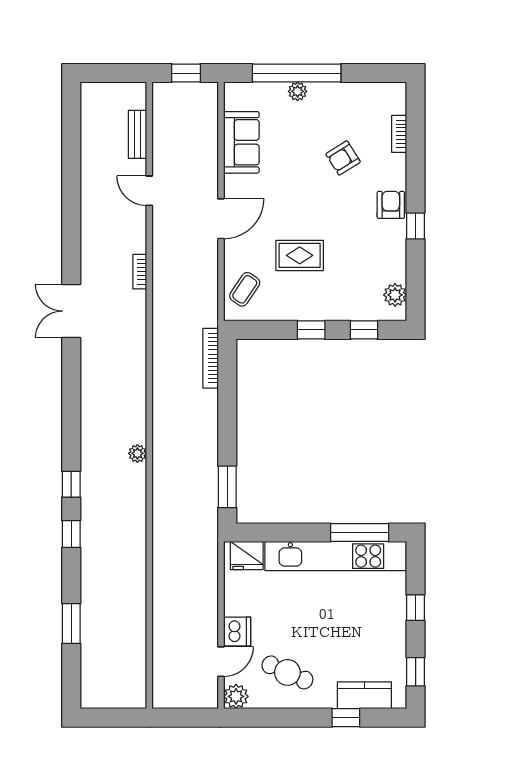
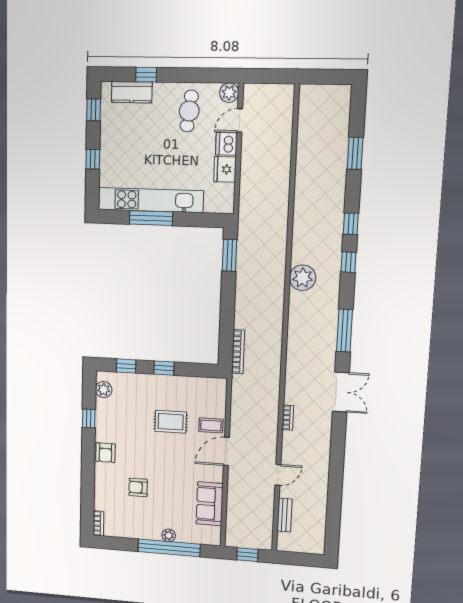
bookcase: (399, 134) -> (98, 523), moved
armchair: (343, 158) -> (138, 487), turned -148
door: (149, 191) -> (278, 475), hinge flipped
window: (416, 226) -> (89, 419), moved
coffee table: (245, 289) -> (211, 425), moved, turned 56
window: (71, 394) -> (344, 331), added
plant: (137, 453) -> (303, 278), width x1.88, depth x1.88
window: (360, 533) -> (151, 218), moved
fridge: (247, 556) -> (225, 169), moved, turned -90
cafe table: (287, 672) -> (189, 111), turned 73

